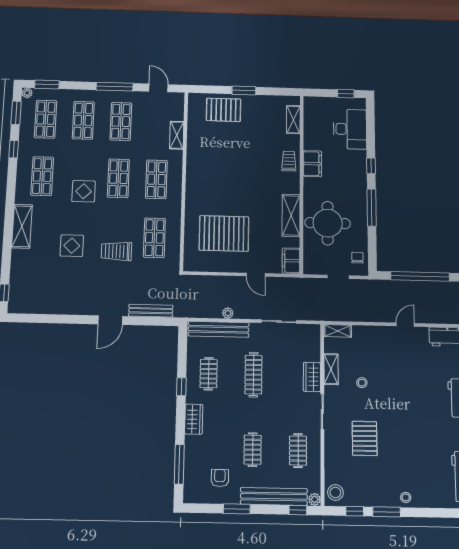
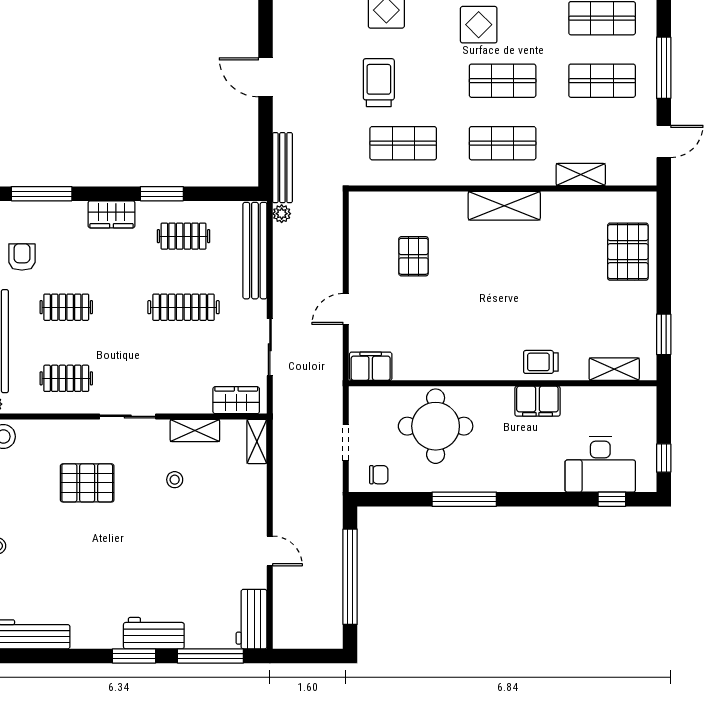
window: (244, 91) -> (664, 334), moved
trolley: (289, 161) -> (541, 362), turned 180
window: (371, 166) -> (612, 499), moved
shelving: (291, 215) -> (504, 206), moved
pallet: (224, 233) -> (414, 256), width x0.49, depth x0.50
bench: (151, 311) -> (282, 168), moved
plant: (228, 313) -> (282, 214), moved
wardrobe: (312, 377) -> (236, 400), moved
window: (181, 387) -> (162, 194), width x1.50
armchair: (220, 478) -> (22, 257), turned -90

